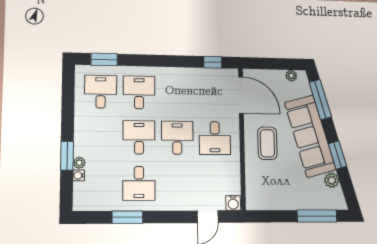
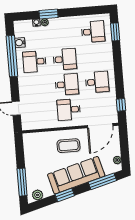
desk: (139, 92) -> (97, 82), moved
plant: (332, 180) -> (37, 195), moved
water cooler: (233, 203) -> (20, 43), moved
window: (127, 217) -> (12, 56), width x2.11

